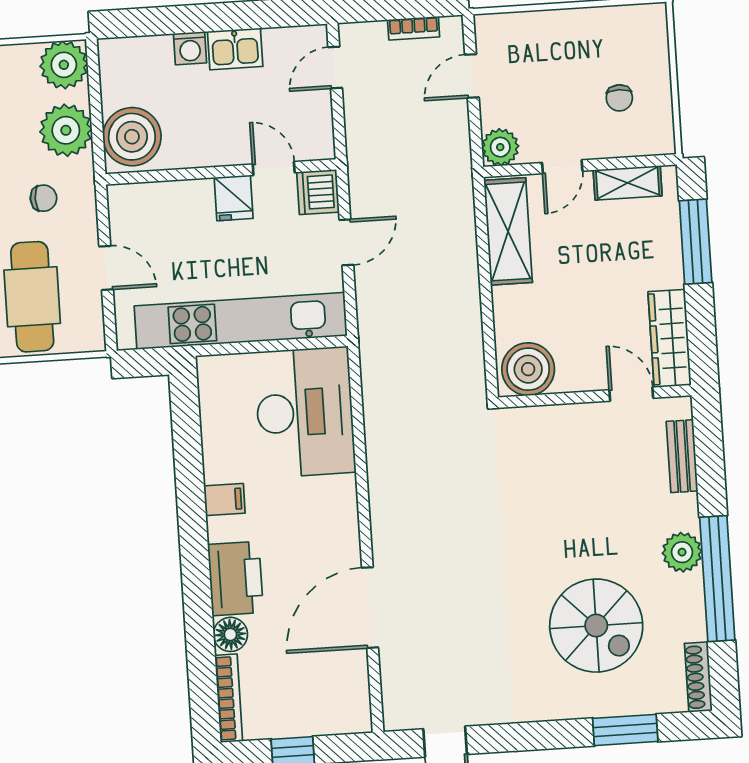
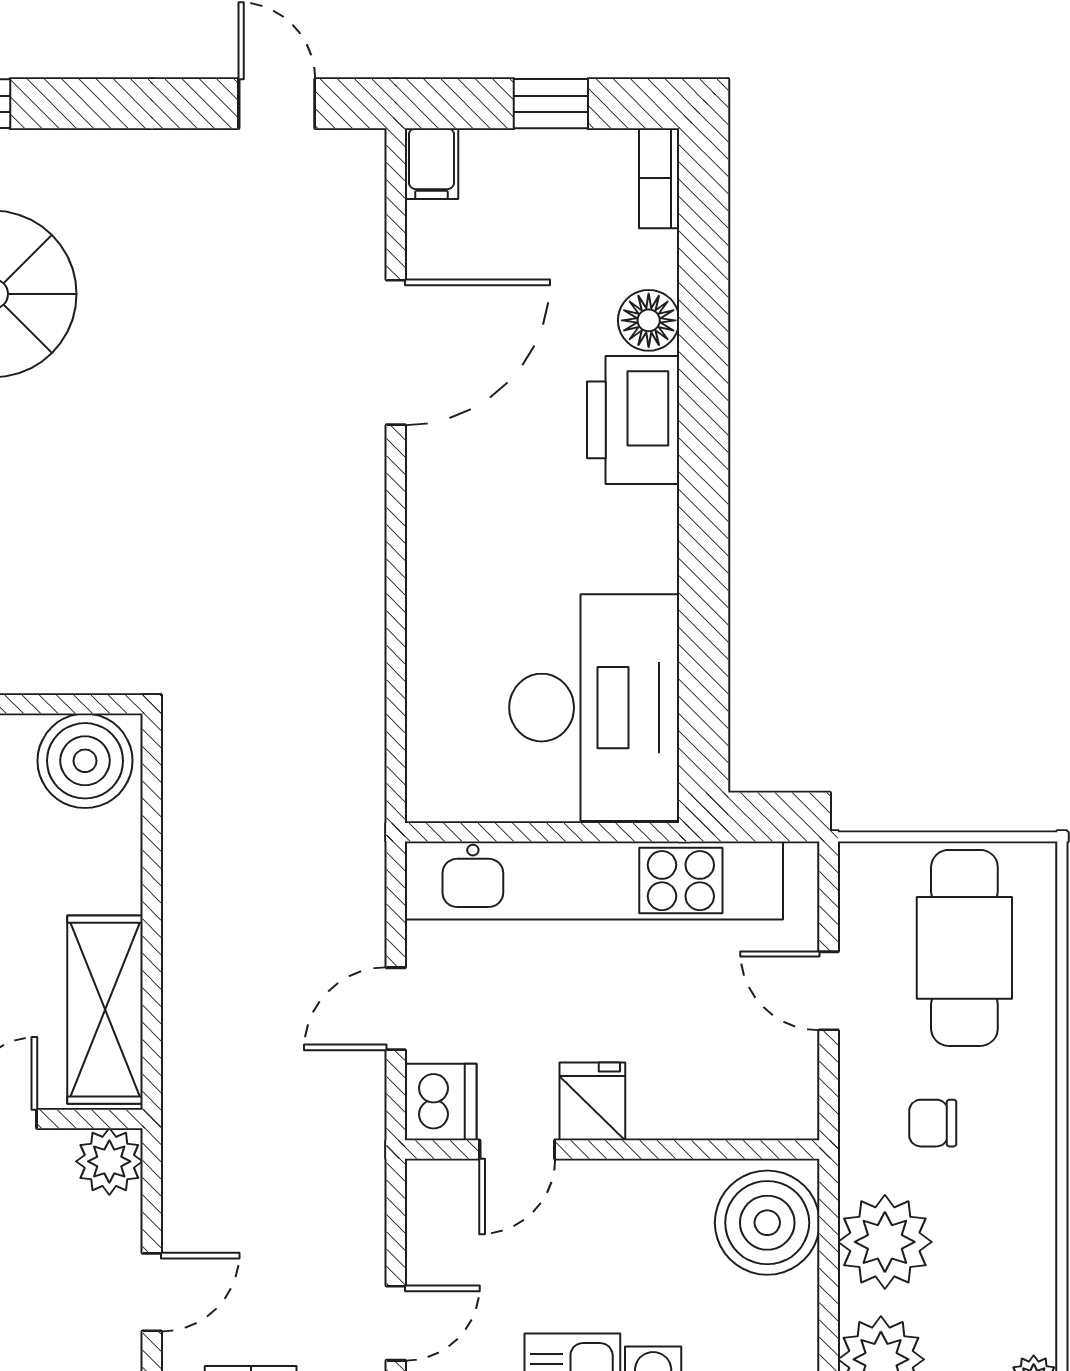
door: (274, 168) -> (517, 1149), hinge flipped
desk: (305, 412) -> (594, 708), moved, turned 180
filing cabinet: (224, 500) -> (432, 164), moved, turned -90
bookcase: (229, 698) -> (659, 178), width x0.64

